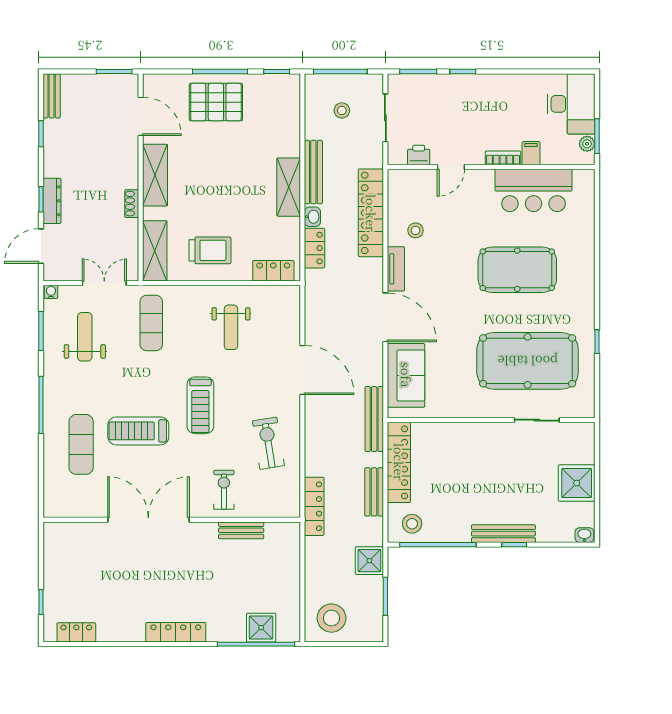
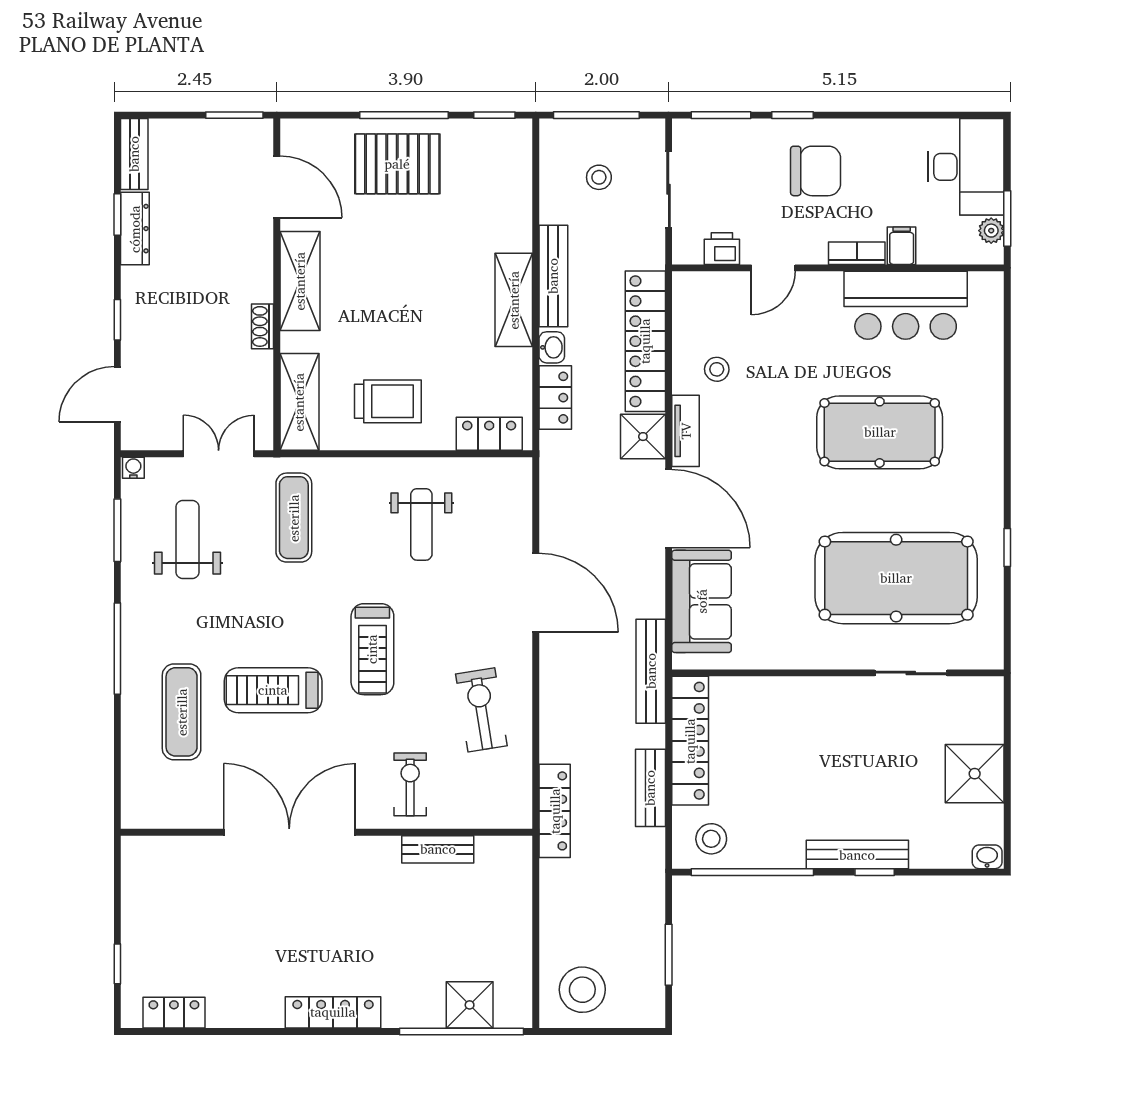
chair: (477, 106) -> (816, 171), added
dresser: (52, 201) -> (135, 229), moved
shower: (369, 561) -> (643, 437), moved

